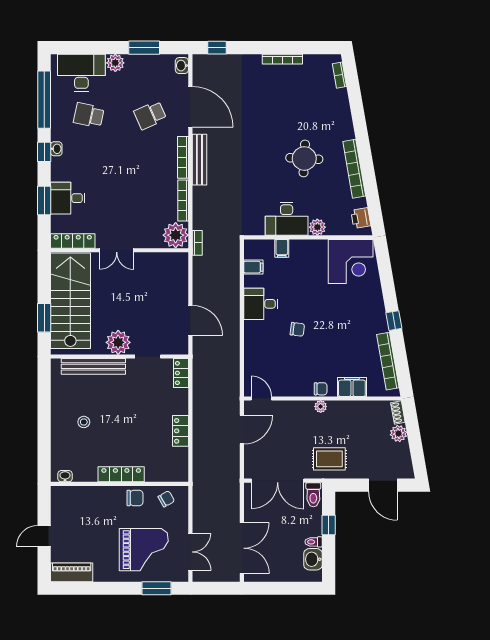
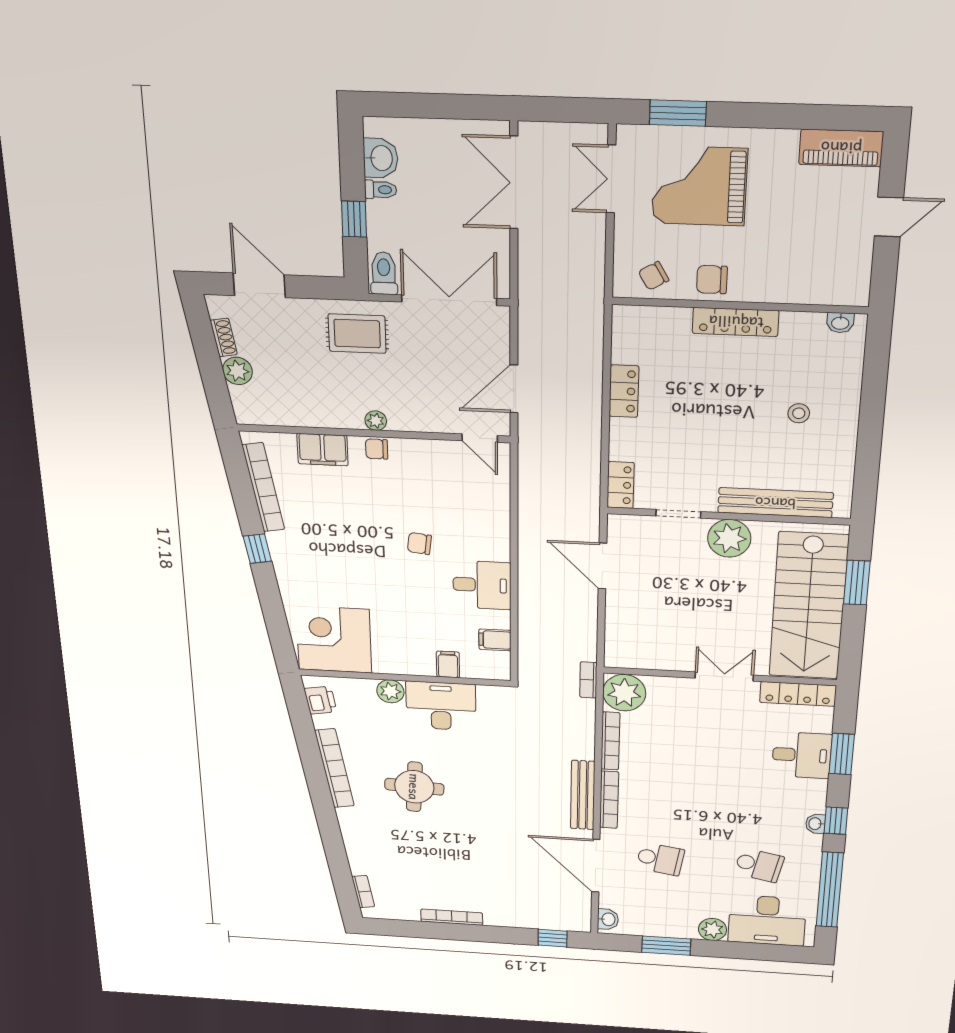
school desk: (150, 115) -> (660, 859), turned 33
shoe rack: (398, 413) -> (224, 337), moved

